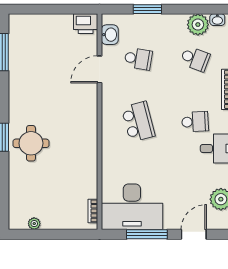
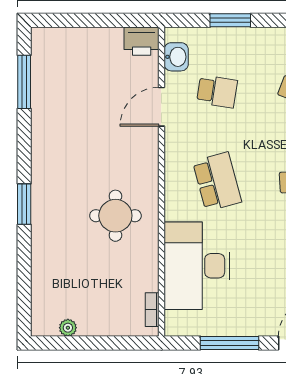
round table: (31, 143) -> (115, 216), moved
desk: (132, 207) -> (197, 266), moved, turned 90

